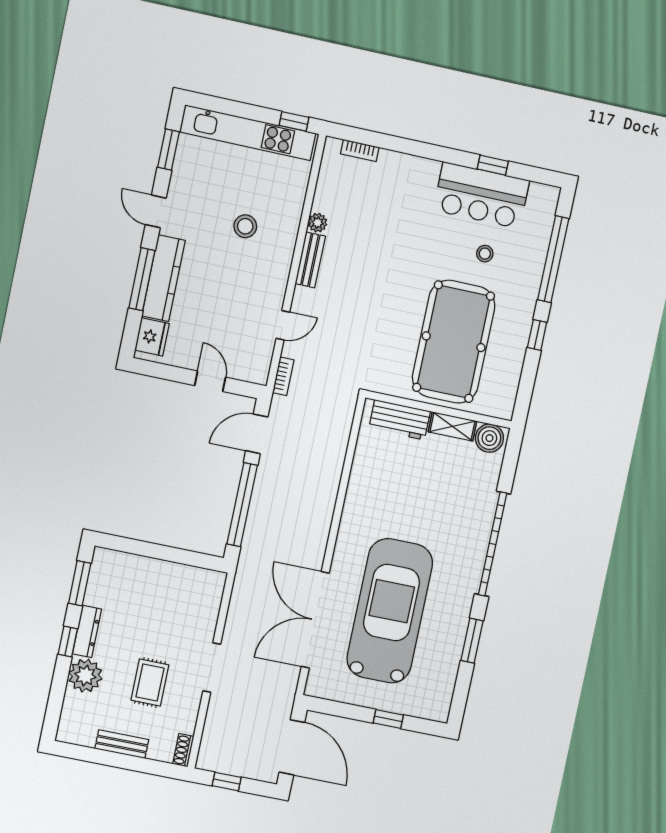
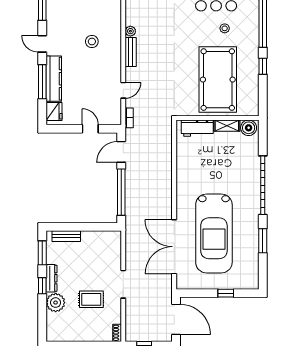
car: (390, 611) -> (214, 233), turned 180
rug: (150, 682) -> (91, 299), turned 90
bench: (122, 744) -> (66, 236), moved

